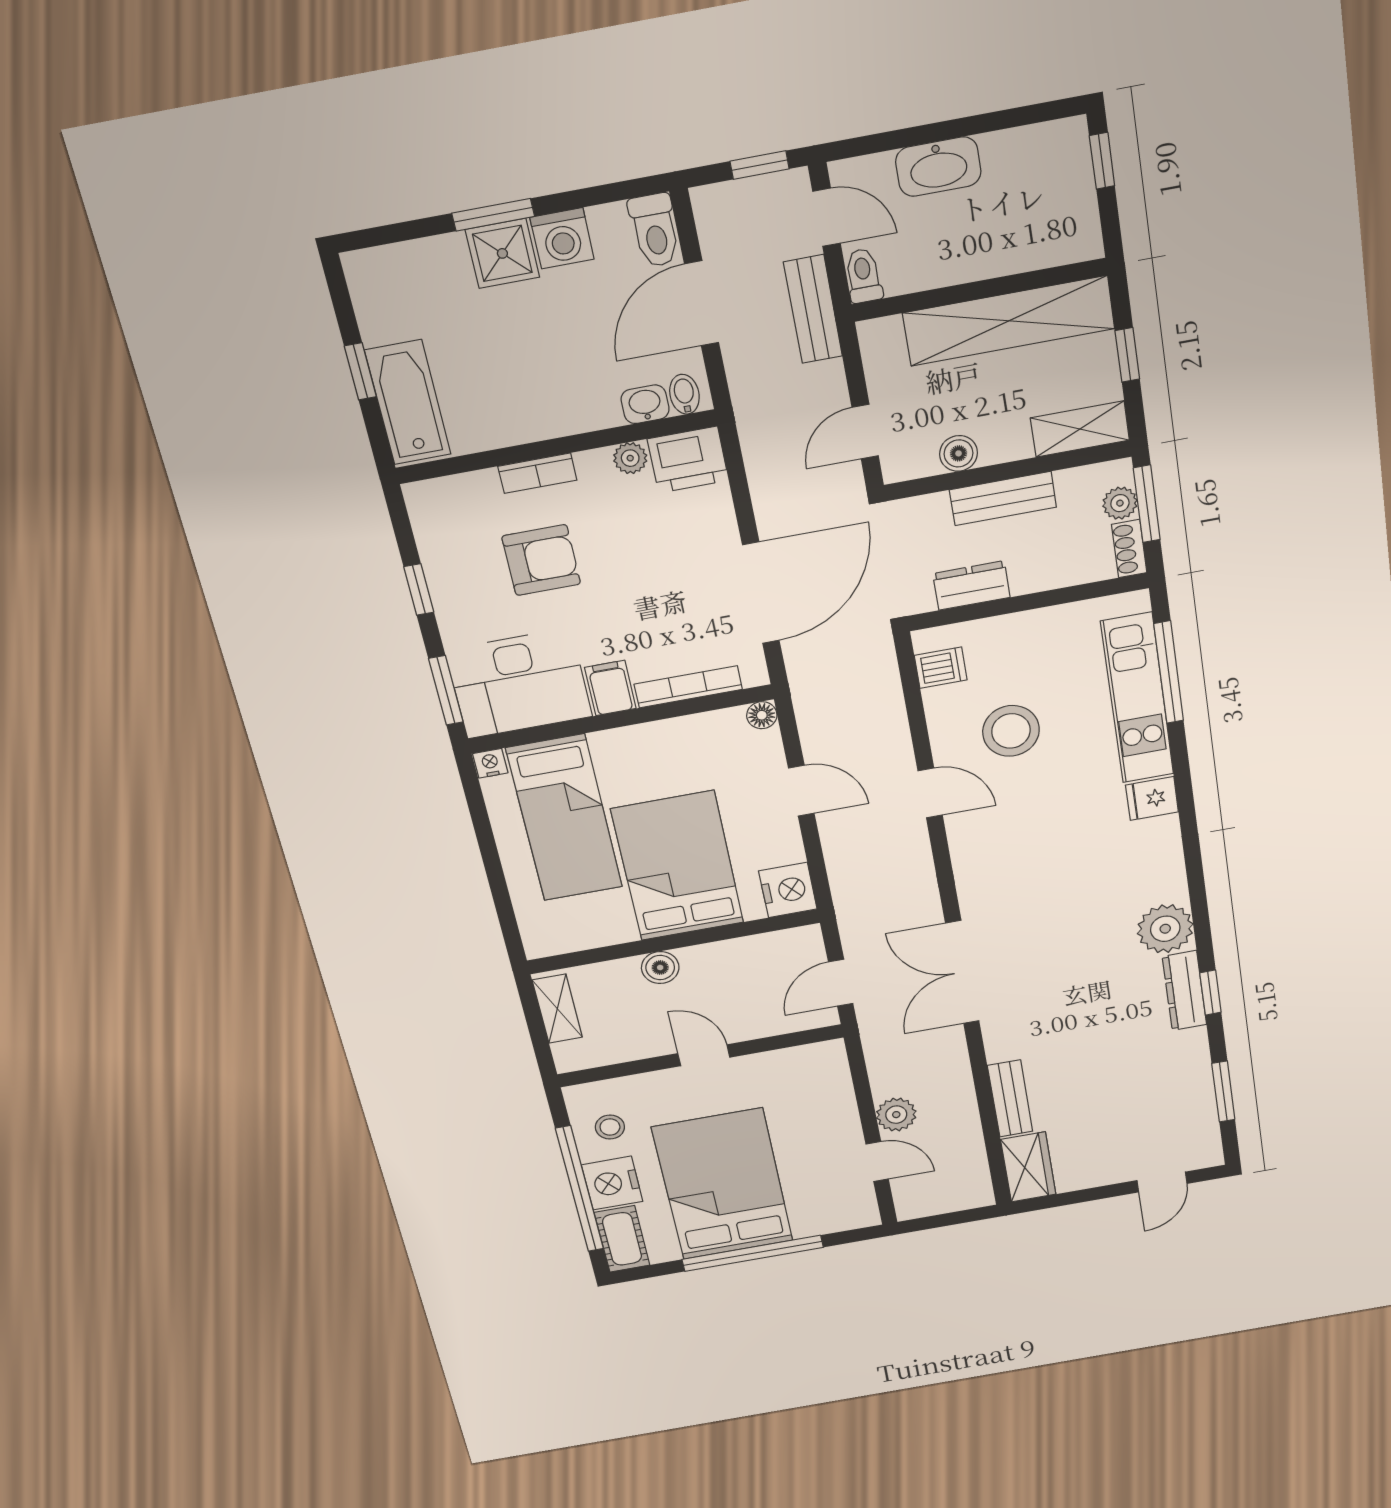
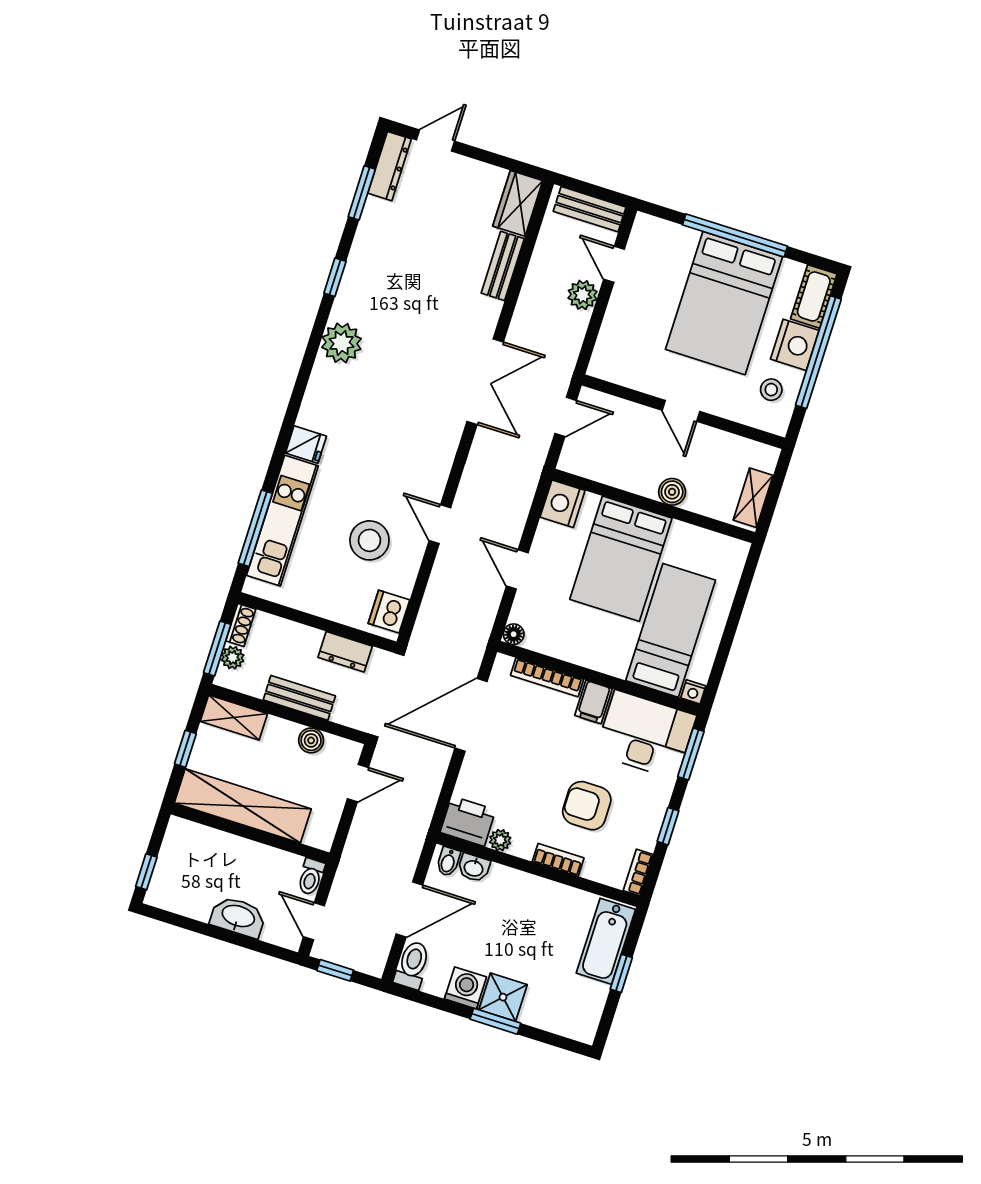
bench: (813, 309) -> (590, 209), moved, turned 90
bookcase: (421, 512) -> (638, 872), added
dishwasher: (941, 668) -> (389, 612), width x1.38
dresser: (1184, 991) -> (390, 166), moved

